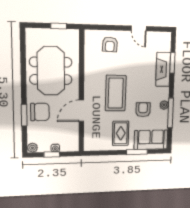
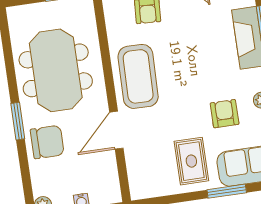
coffee table: (116, 93) -> (138, 76), moved
window: (24, 115) -> (18, 121), moved

